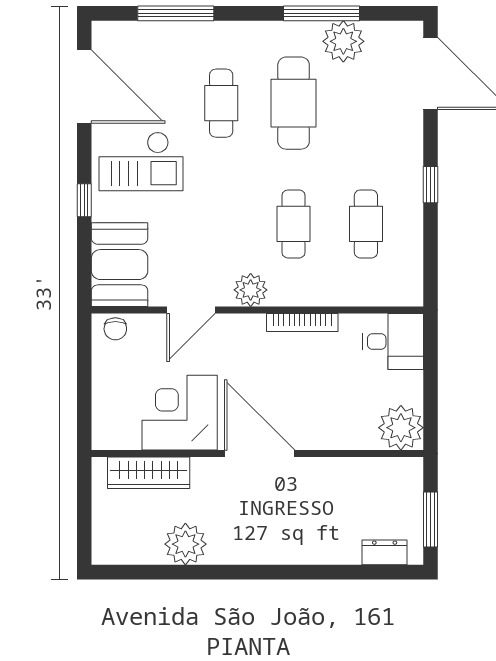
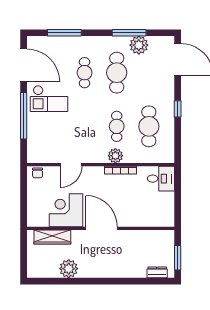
window: (84, 200) -> (24, 116), width x3.17
cafe table: (366, 224) -> (149, 126), width x1.37, depth x1.35
booth: (120, 265) -> (39, 144), removed
plant: (251, 290) -> (115, 156), moved
plant: (401, 428) -> (164, 217), removed

